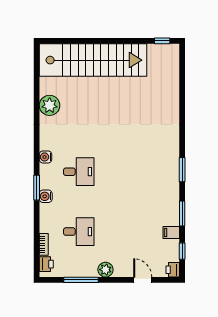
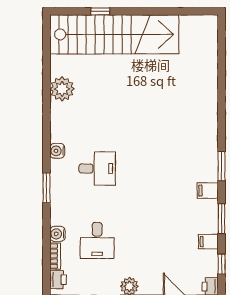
window: (162, 41) -> (100, 11), moved
filing cabinet: (171, 190) -> (208, 191), added
water cooler: (46, 196) -> (57, 234), moved
desk: (79, 232) -> (97, 240), turned 90

